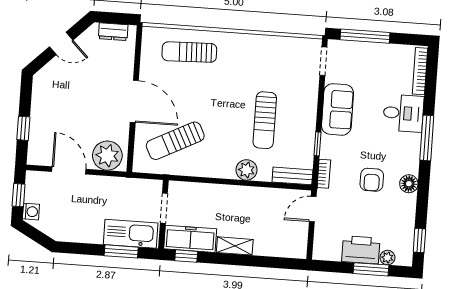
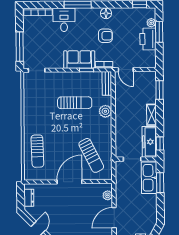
sofa: (338, 109) -> (79, 59), moved
plant: (107, 156) -> (107, 195), width x0.53, depth x0.53
window: (275, 262) -> (159, 90), added

